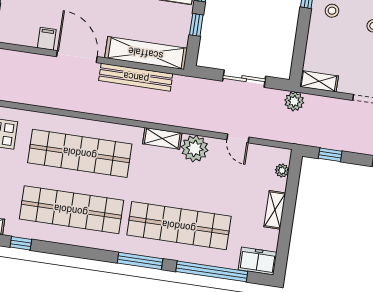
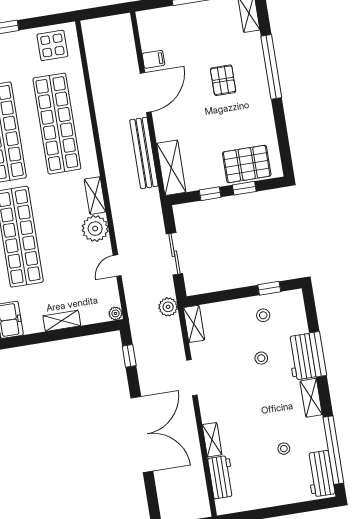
shelving: (146, 53) -> (171, 168), width x0.68
plant: (282, 171) -> (115, 313), moved

